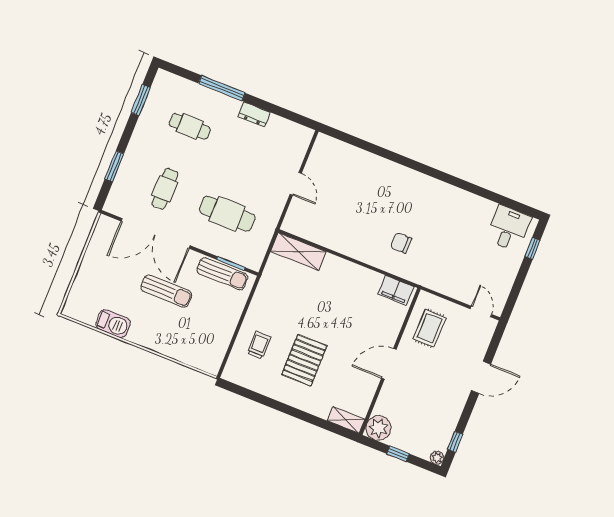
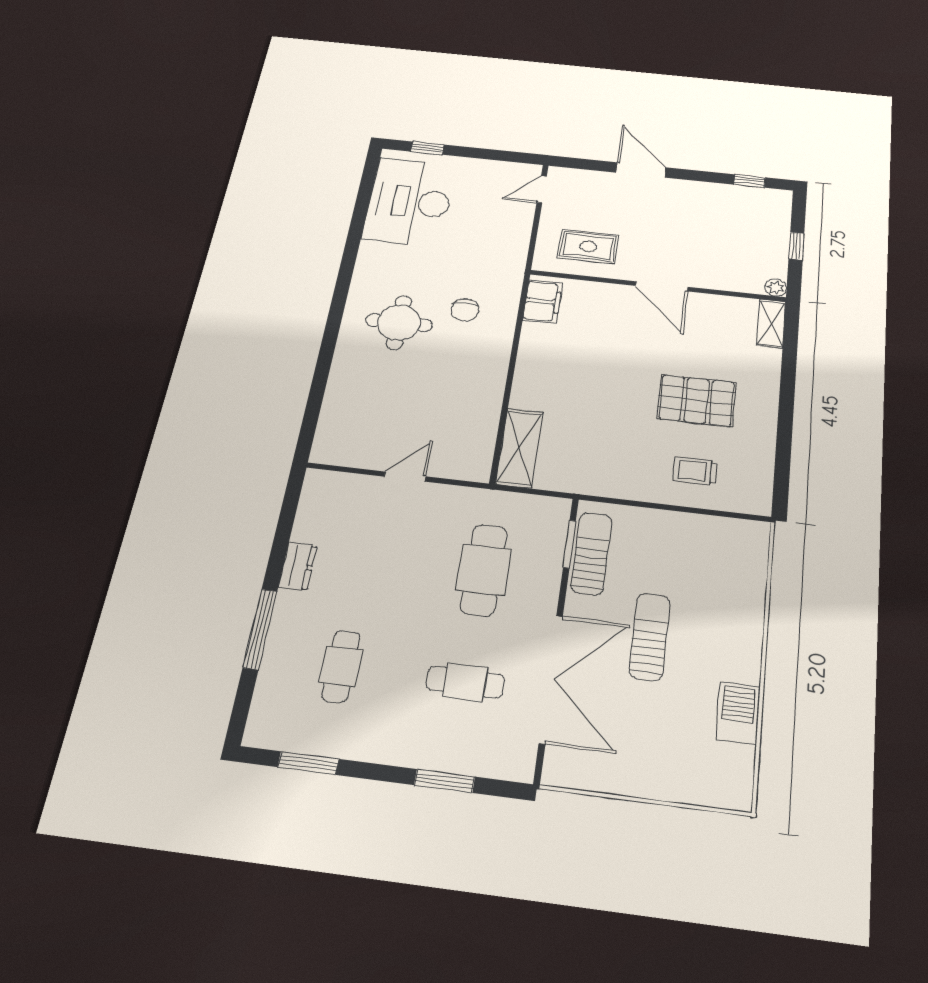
round table: (402, 202) -> (399, 323), added
desk: (509, 228) -> (410, 202), width x1.87, depth x1.30
plant: (378, 428) -> (776, 288), width x0.53, depth x0.53
plant: (437, 458) -> (782, 198), removed

